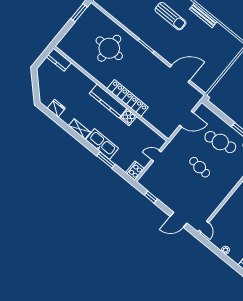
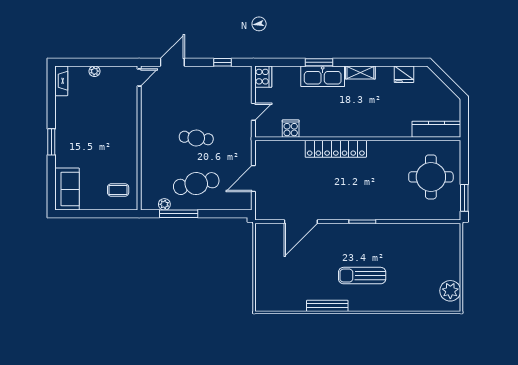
round table: (109, 48) -> (431, 177), moved
kitchen counter: (59, 60) -> (436, 129), width x1.50
kitchen counter: (108, 101) -> (354, 128), removed
cooker: (128, 117) -> (291, 129), moved
window: (106, 160) -> (319, 62), moved
door: (204, 226) -> (139, 78), swing flipped

